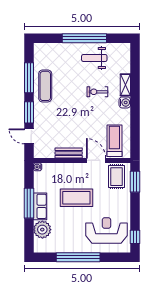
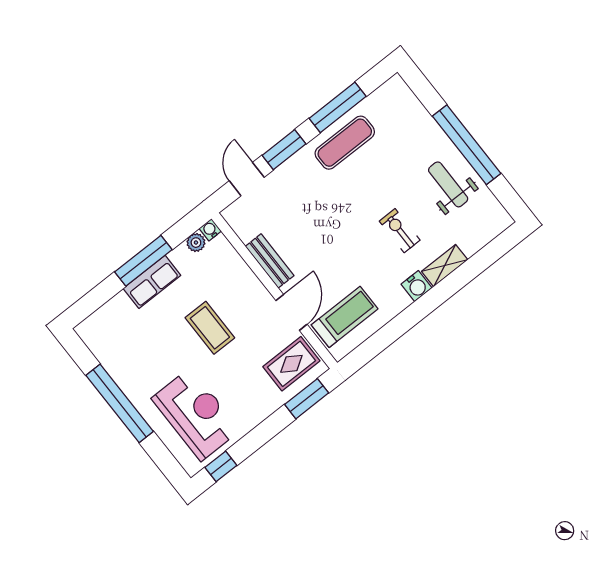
coffee table: (76, 198) -> (210, 328), width x0.73, depth x0.76
plant: (42, 230) -> (196, 243), moved, width x0.53, depth x0.53

